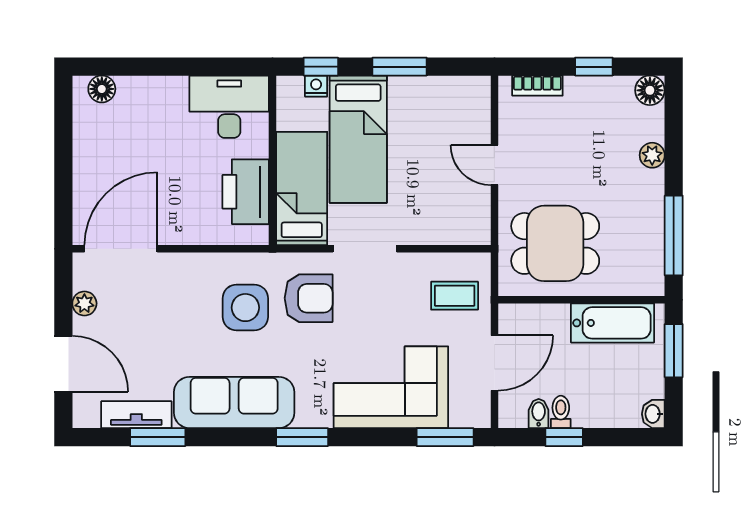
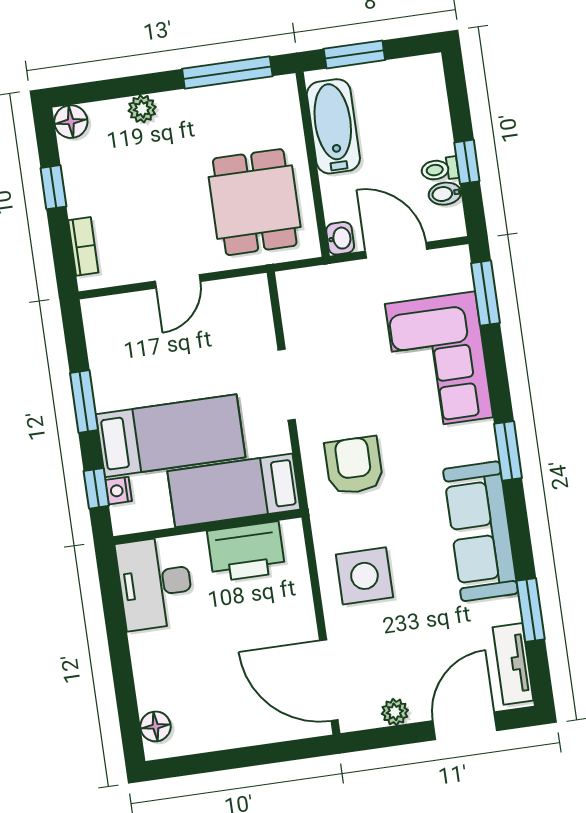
doorway: (365, 249) -> (287, 385), moved
coffee table: (455, 296) -> (328, 305), removed
side table: (245, 308) -> (364, 576), moved
washbasin: (653, 414) -> (340, 238), moved, turned -90
tv unit: (136, 415) -> (513, 664), moved

